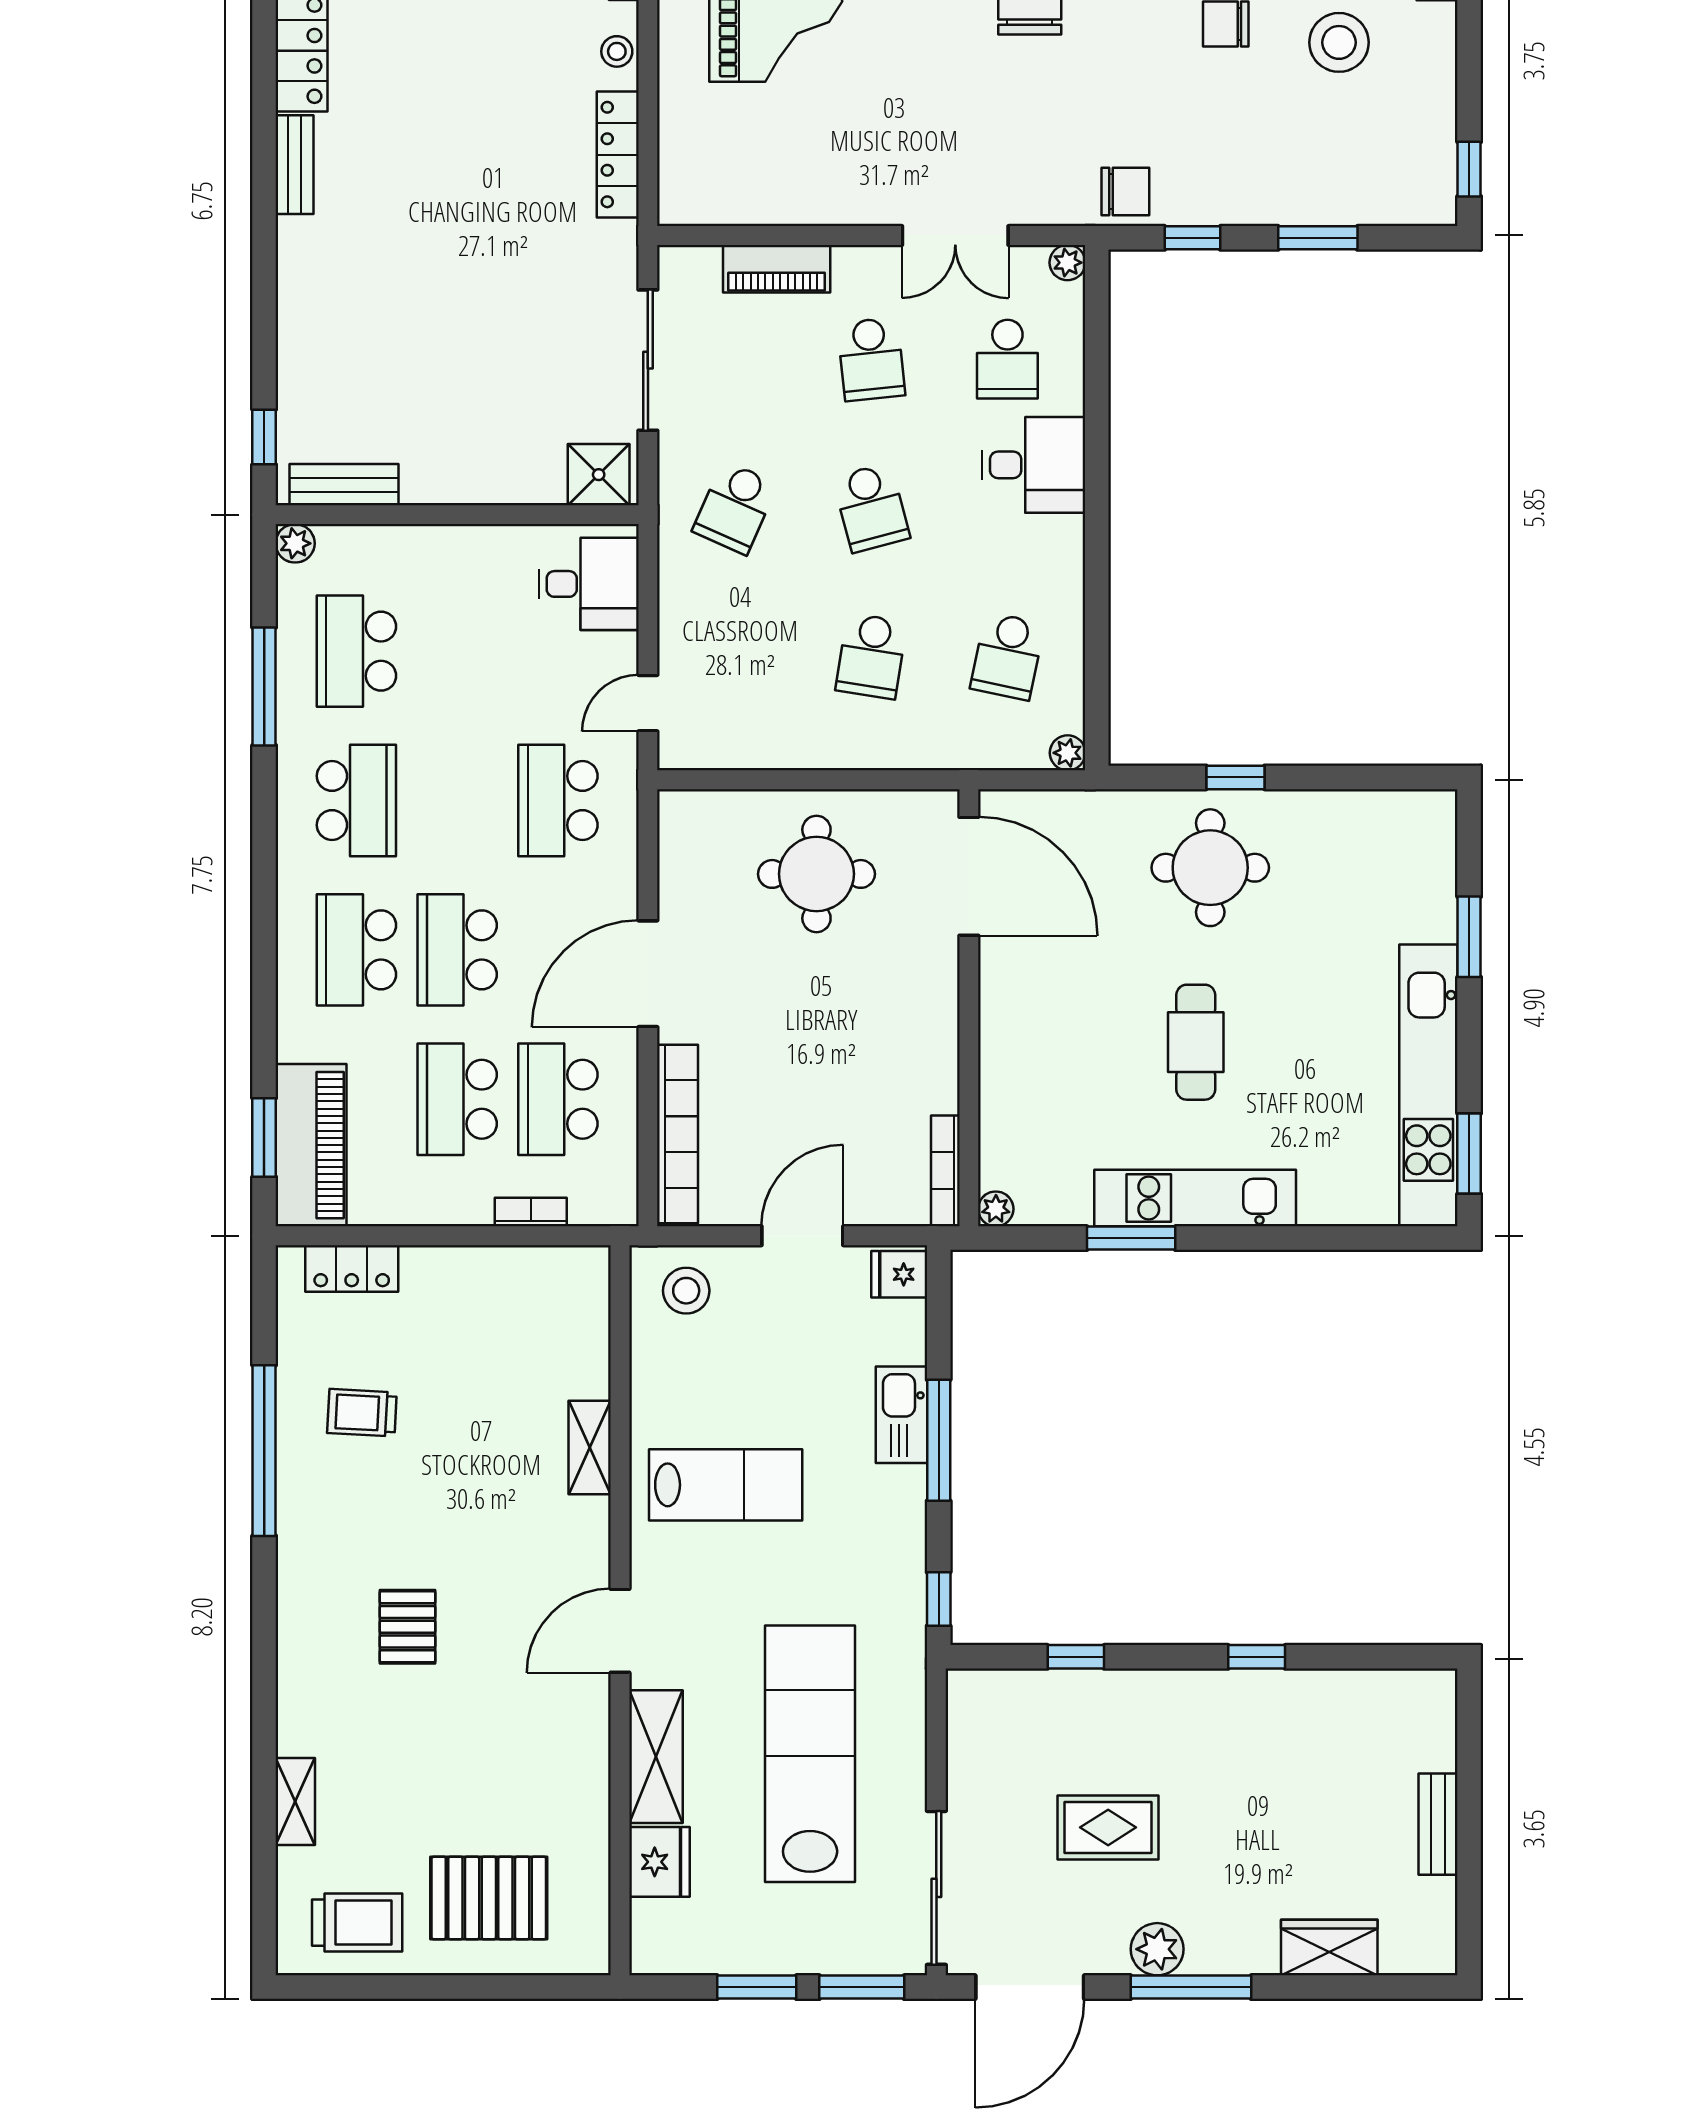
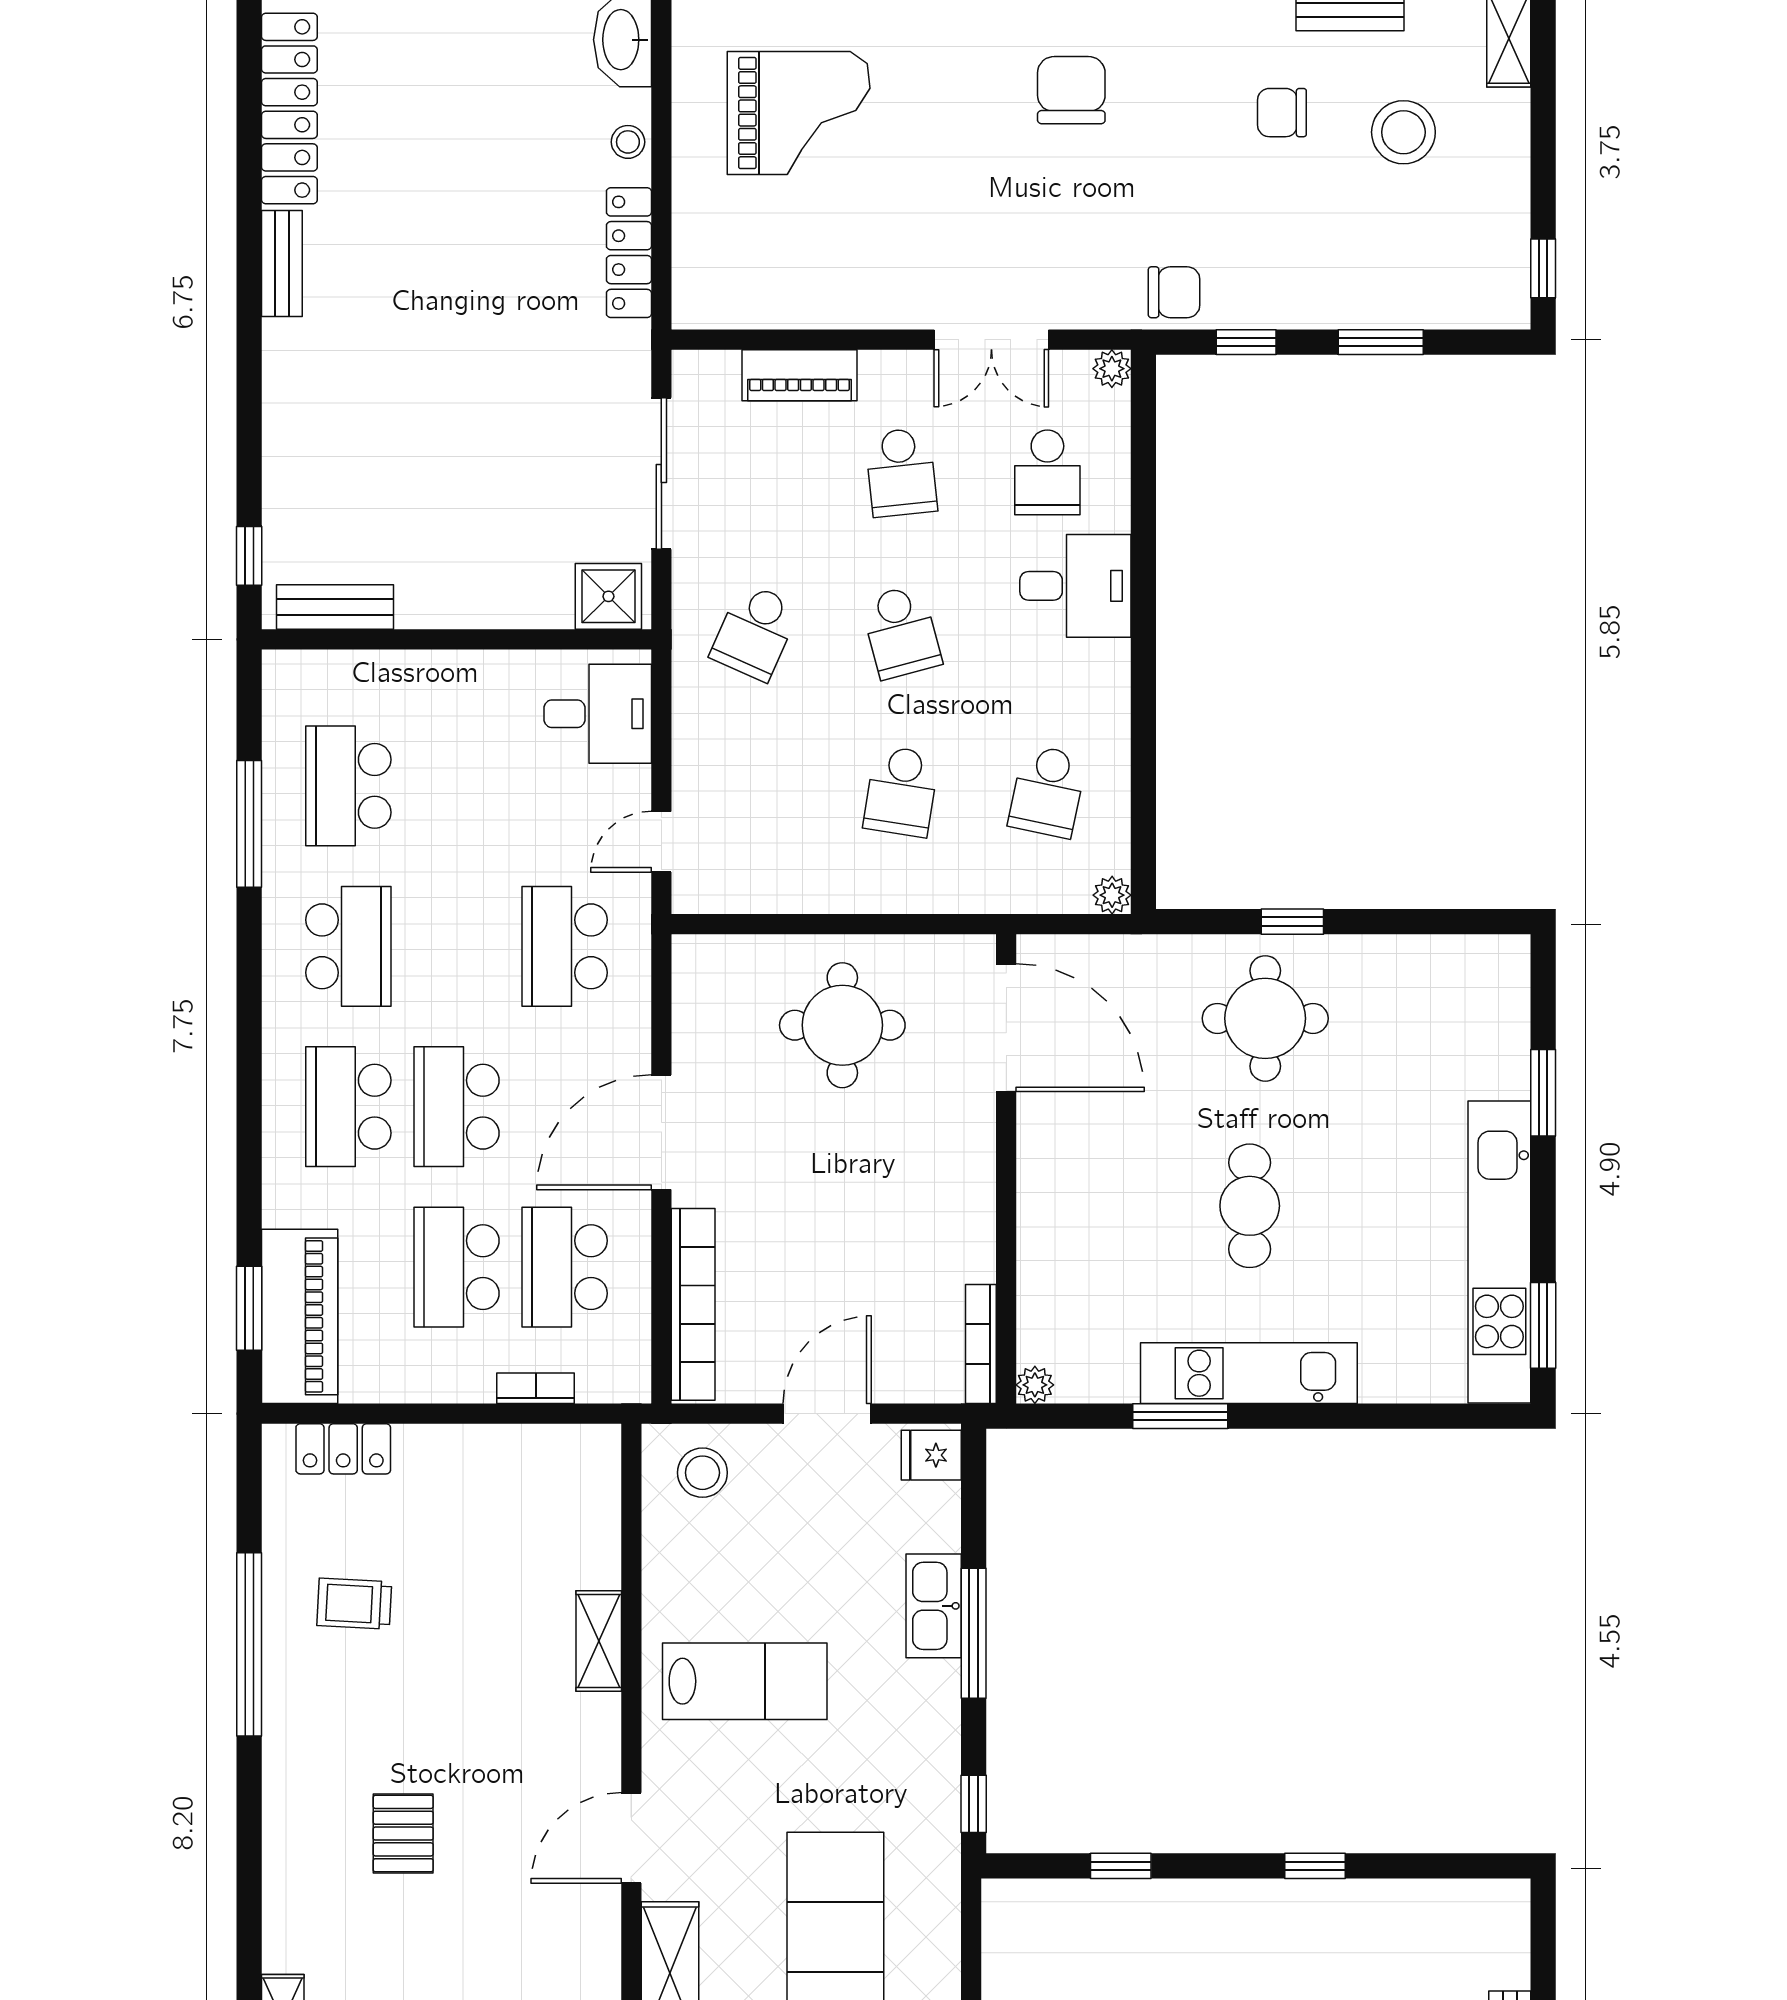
plant: (295, 543) -> (283, 670), removed

